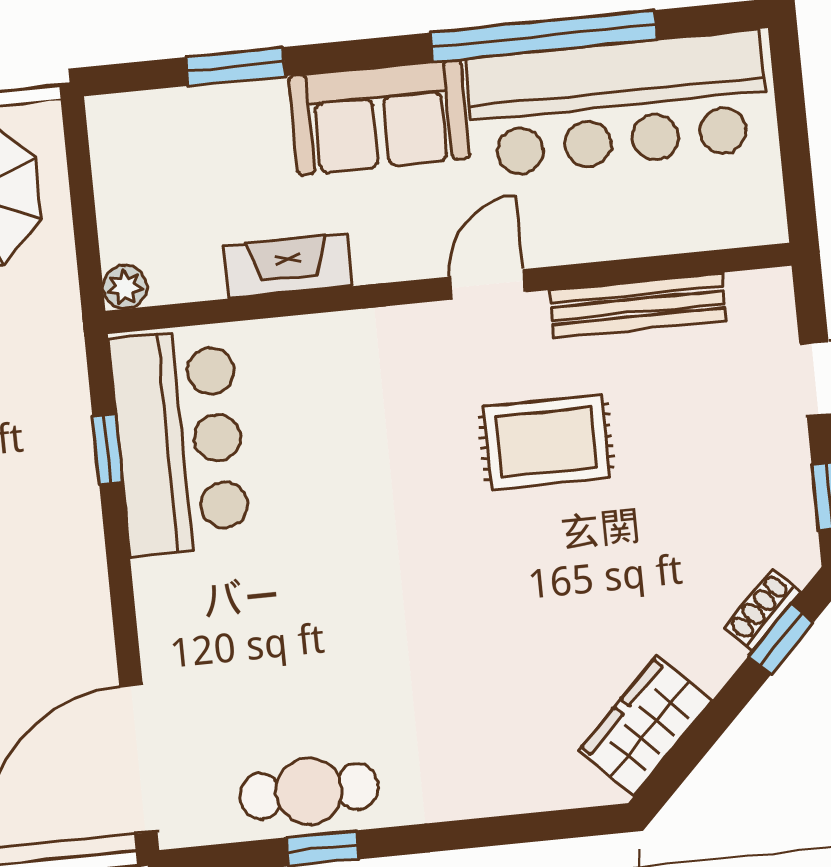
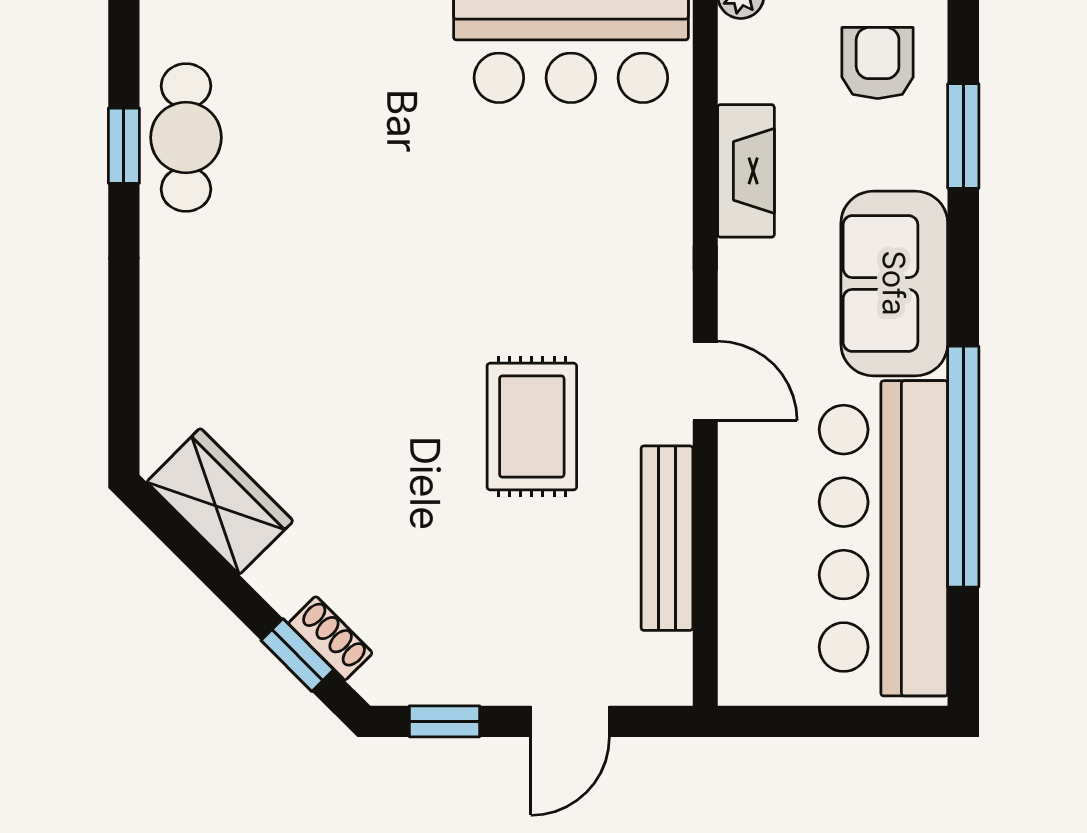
armchair: (175, 153) -> (878, 63), added

